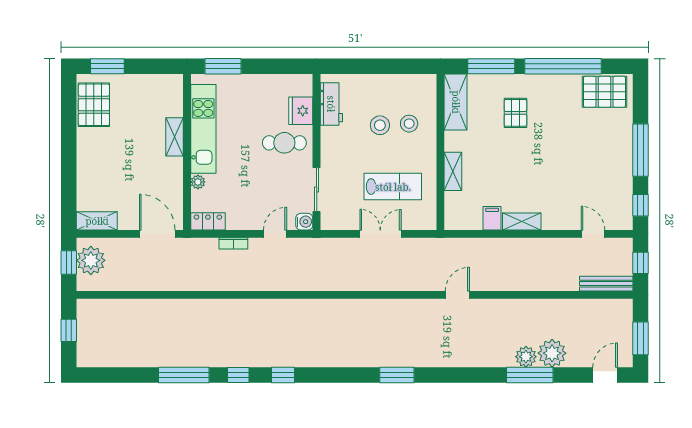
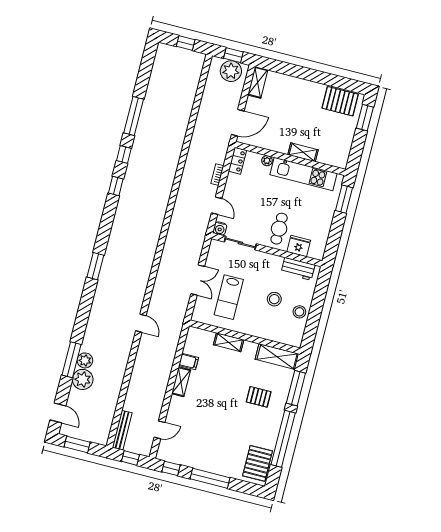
stool: (409, 124) -> (299, 312), moved

